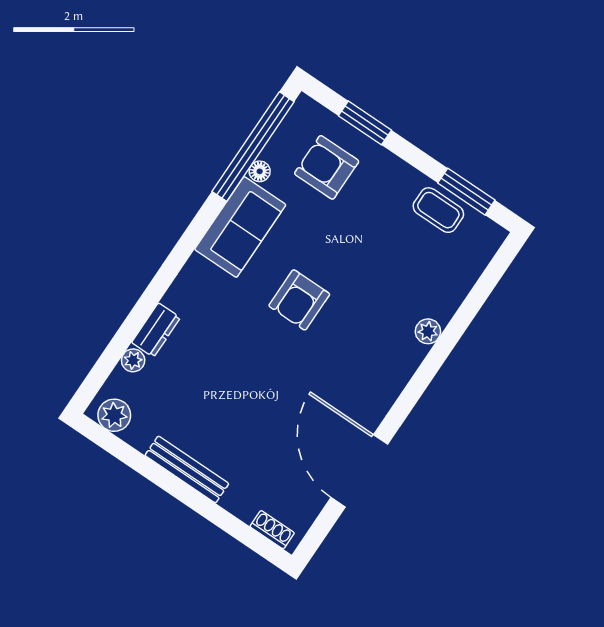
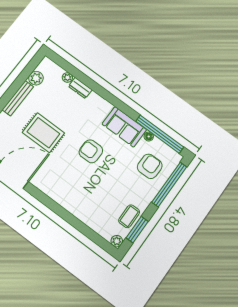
window: (365, 123) -> (169, 184), width x2.11
plant: (428, 331) -> (117, 241), moved
rug: (263, 407) -> (43, 133), added
plant: (114, 415) -> (36, 78), moved

